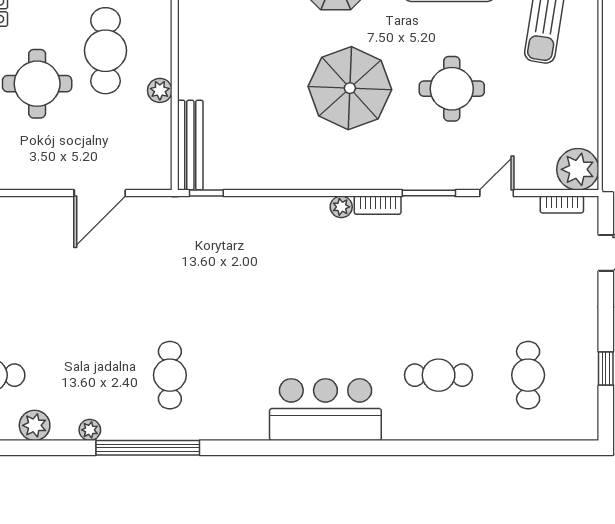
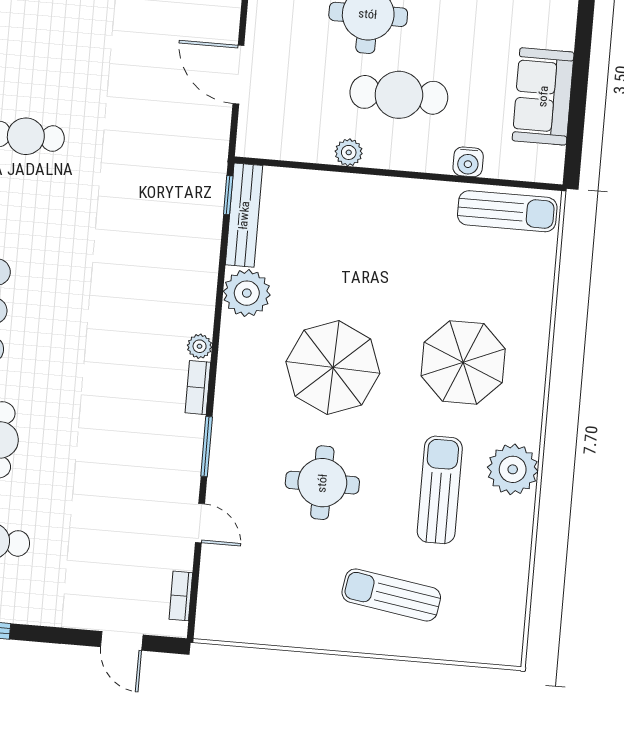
bench: (190, 145) -> (244, 215), moved, turned 90
plant: (578, 169) -> (247, 293), moved

